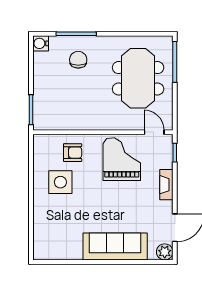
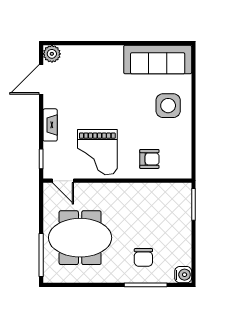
meeting table: (138, 78) -> (80, 238), turned 90
armchair: (73, 153) -> (149, 159), turned 180
side table: (60, 182) -> (168, 106), moved
sofa: (115, 246) -> (158, 60), moved

